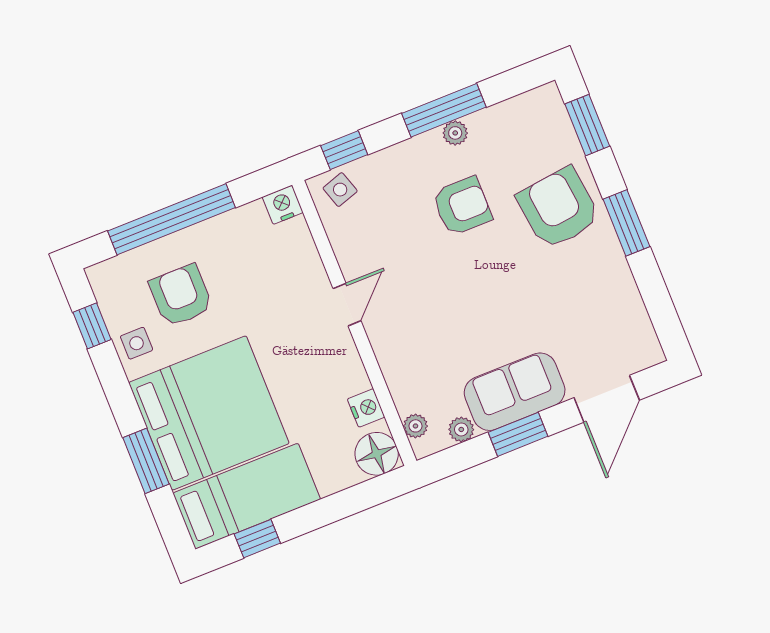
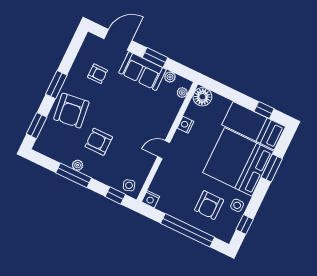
armchair: (580, 311) -> (98, 74), added
nightstand: (366, 408) -> (185, 125), moved

